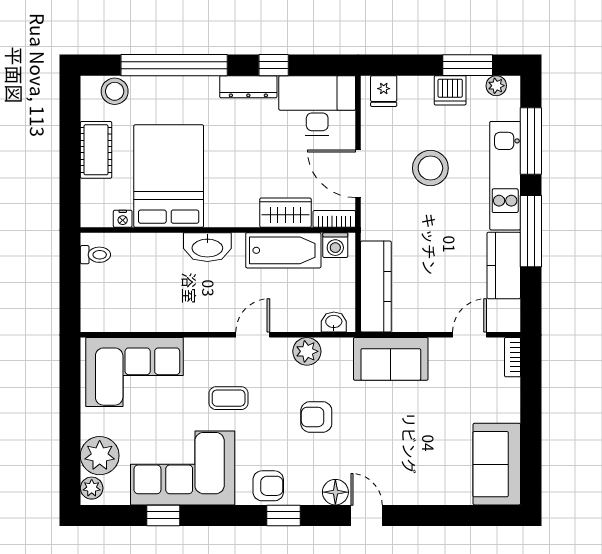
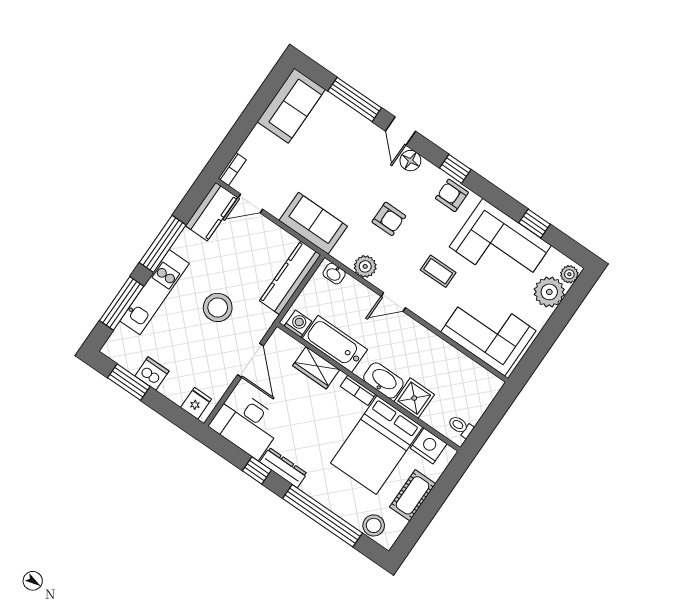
plant: (496, 86) -> (119, 356), removed
stool: (430, 168) -> (218, 307), moved
nightstand: (123, 219) -> (429, 446), width x1.89, depth x1.79
bookcase: (334, 219) -> (358, 390), moved
shower: (163, 251) -> (414, 398), added
kitchen counter: (504, 265) -> (211, 212), moved
window: (436, 515) -> (355, 99), added

